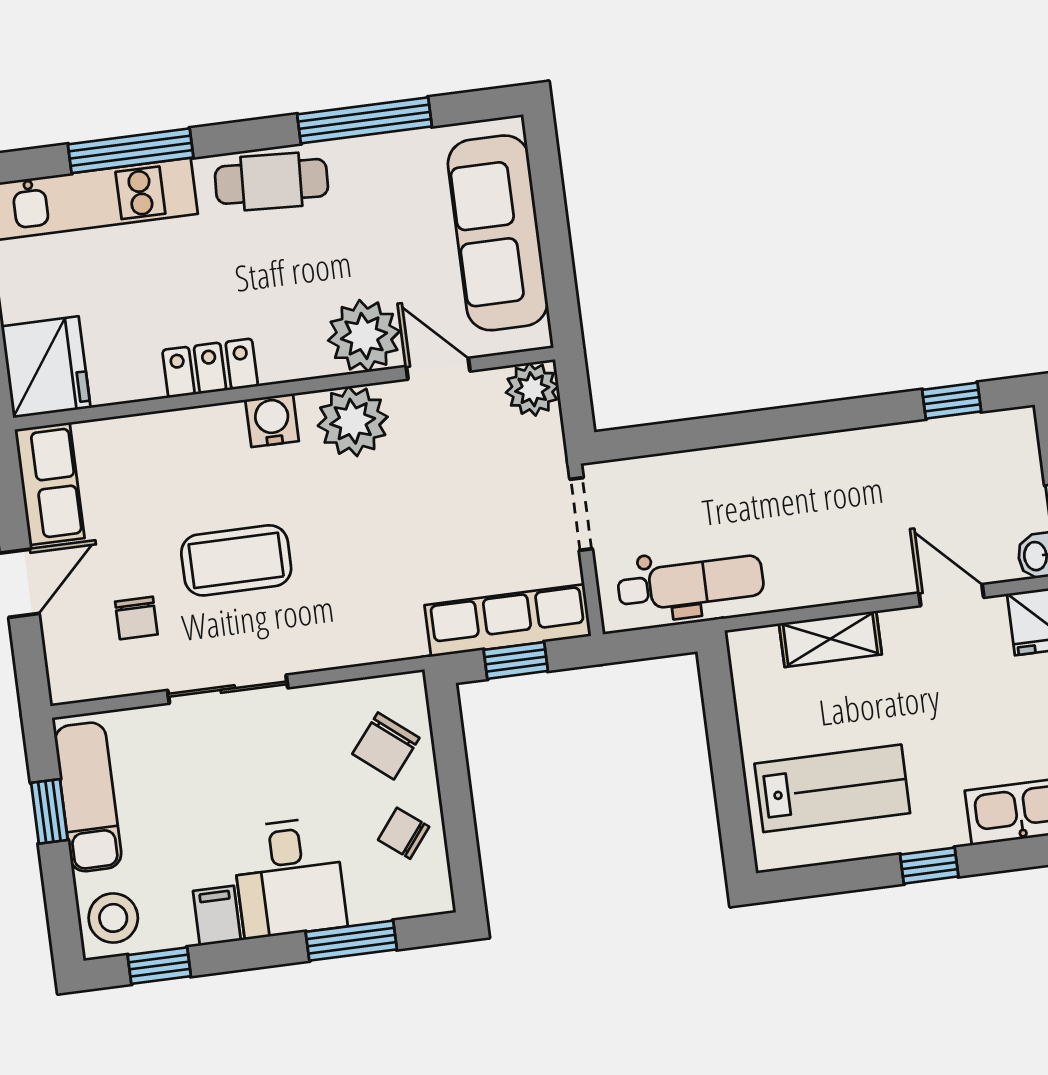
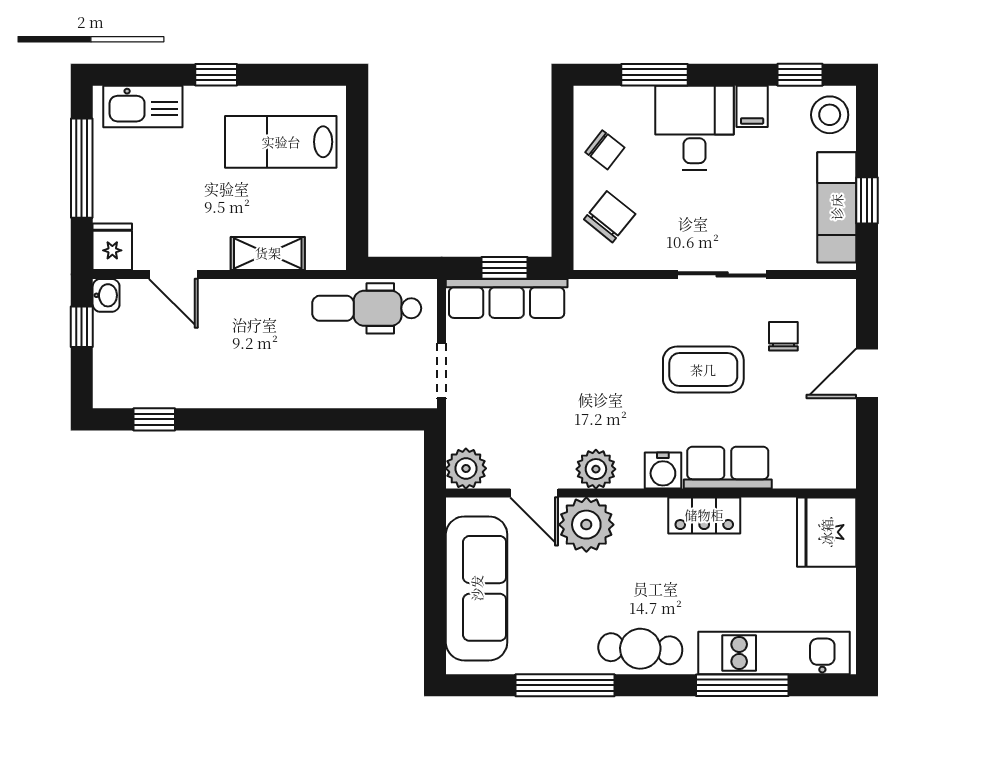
plant: (353, 421) -> (596, 469), width x0.73, depth x0.73
row of seats: (50, 484) -> (728, 468), moved, turned 90

